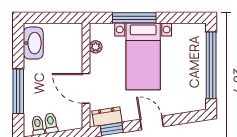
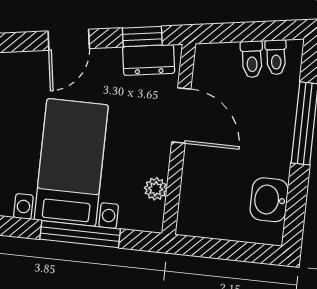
washbasin: (33, 43) -> (269, 200), width x0.72
door: (152, 123) -> (69, 40), hinge flipped

